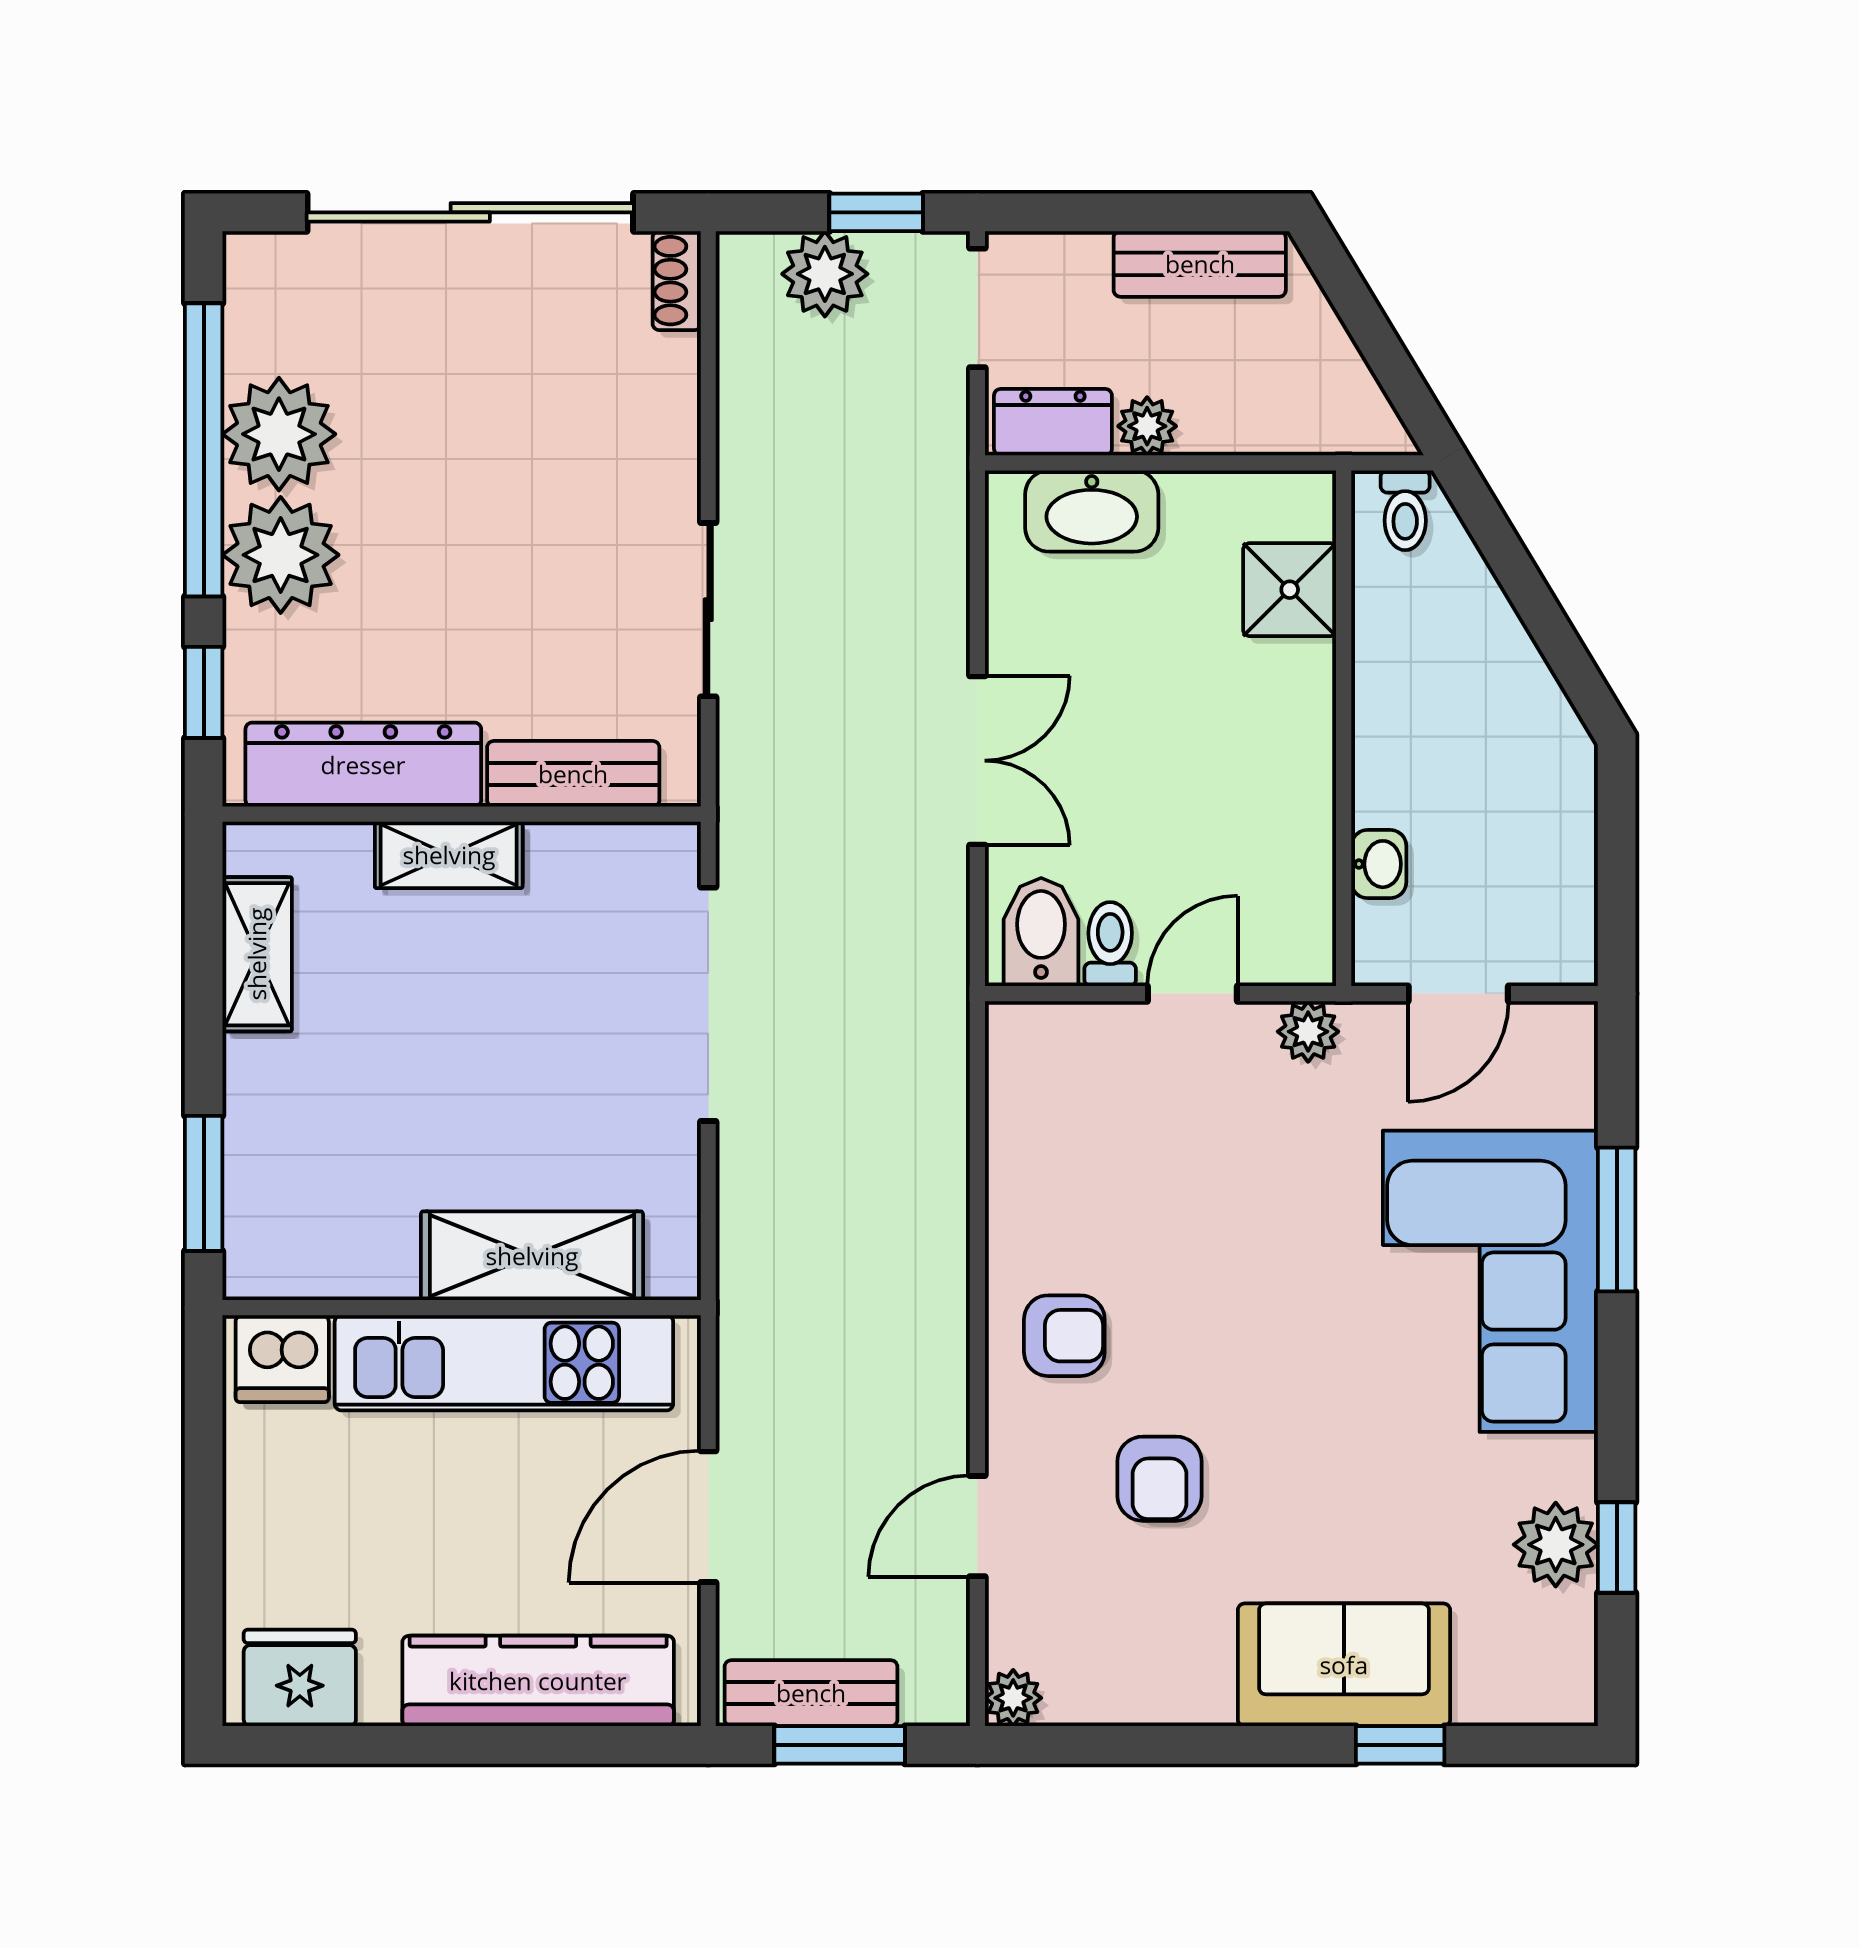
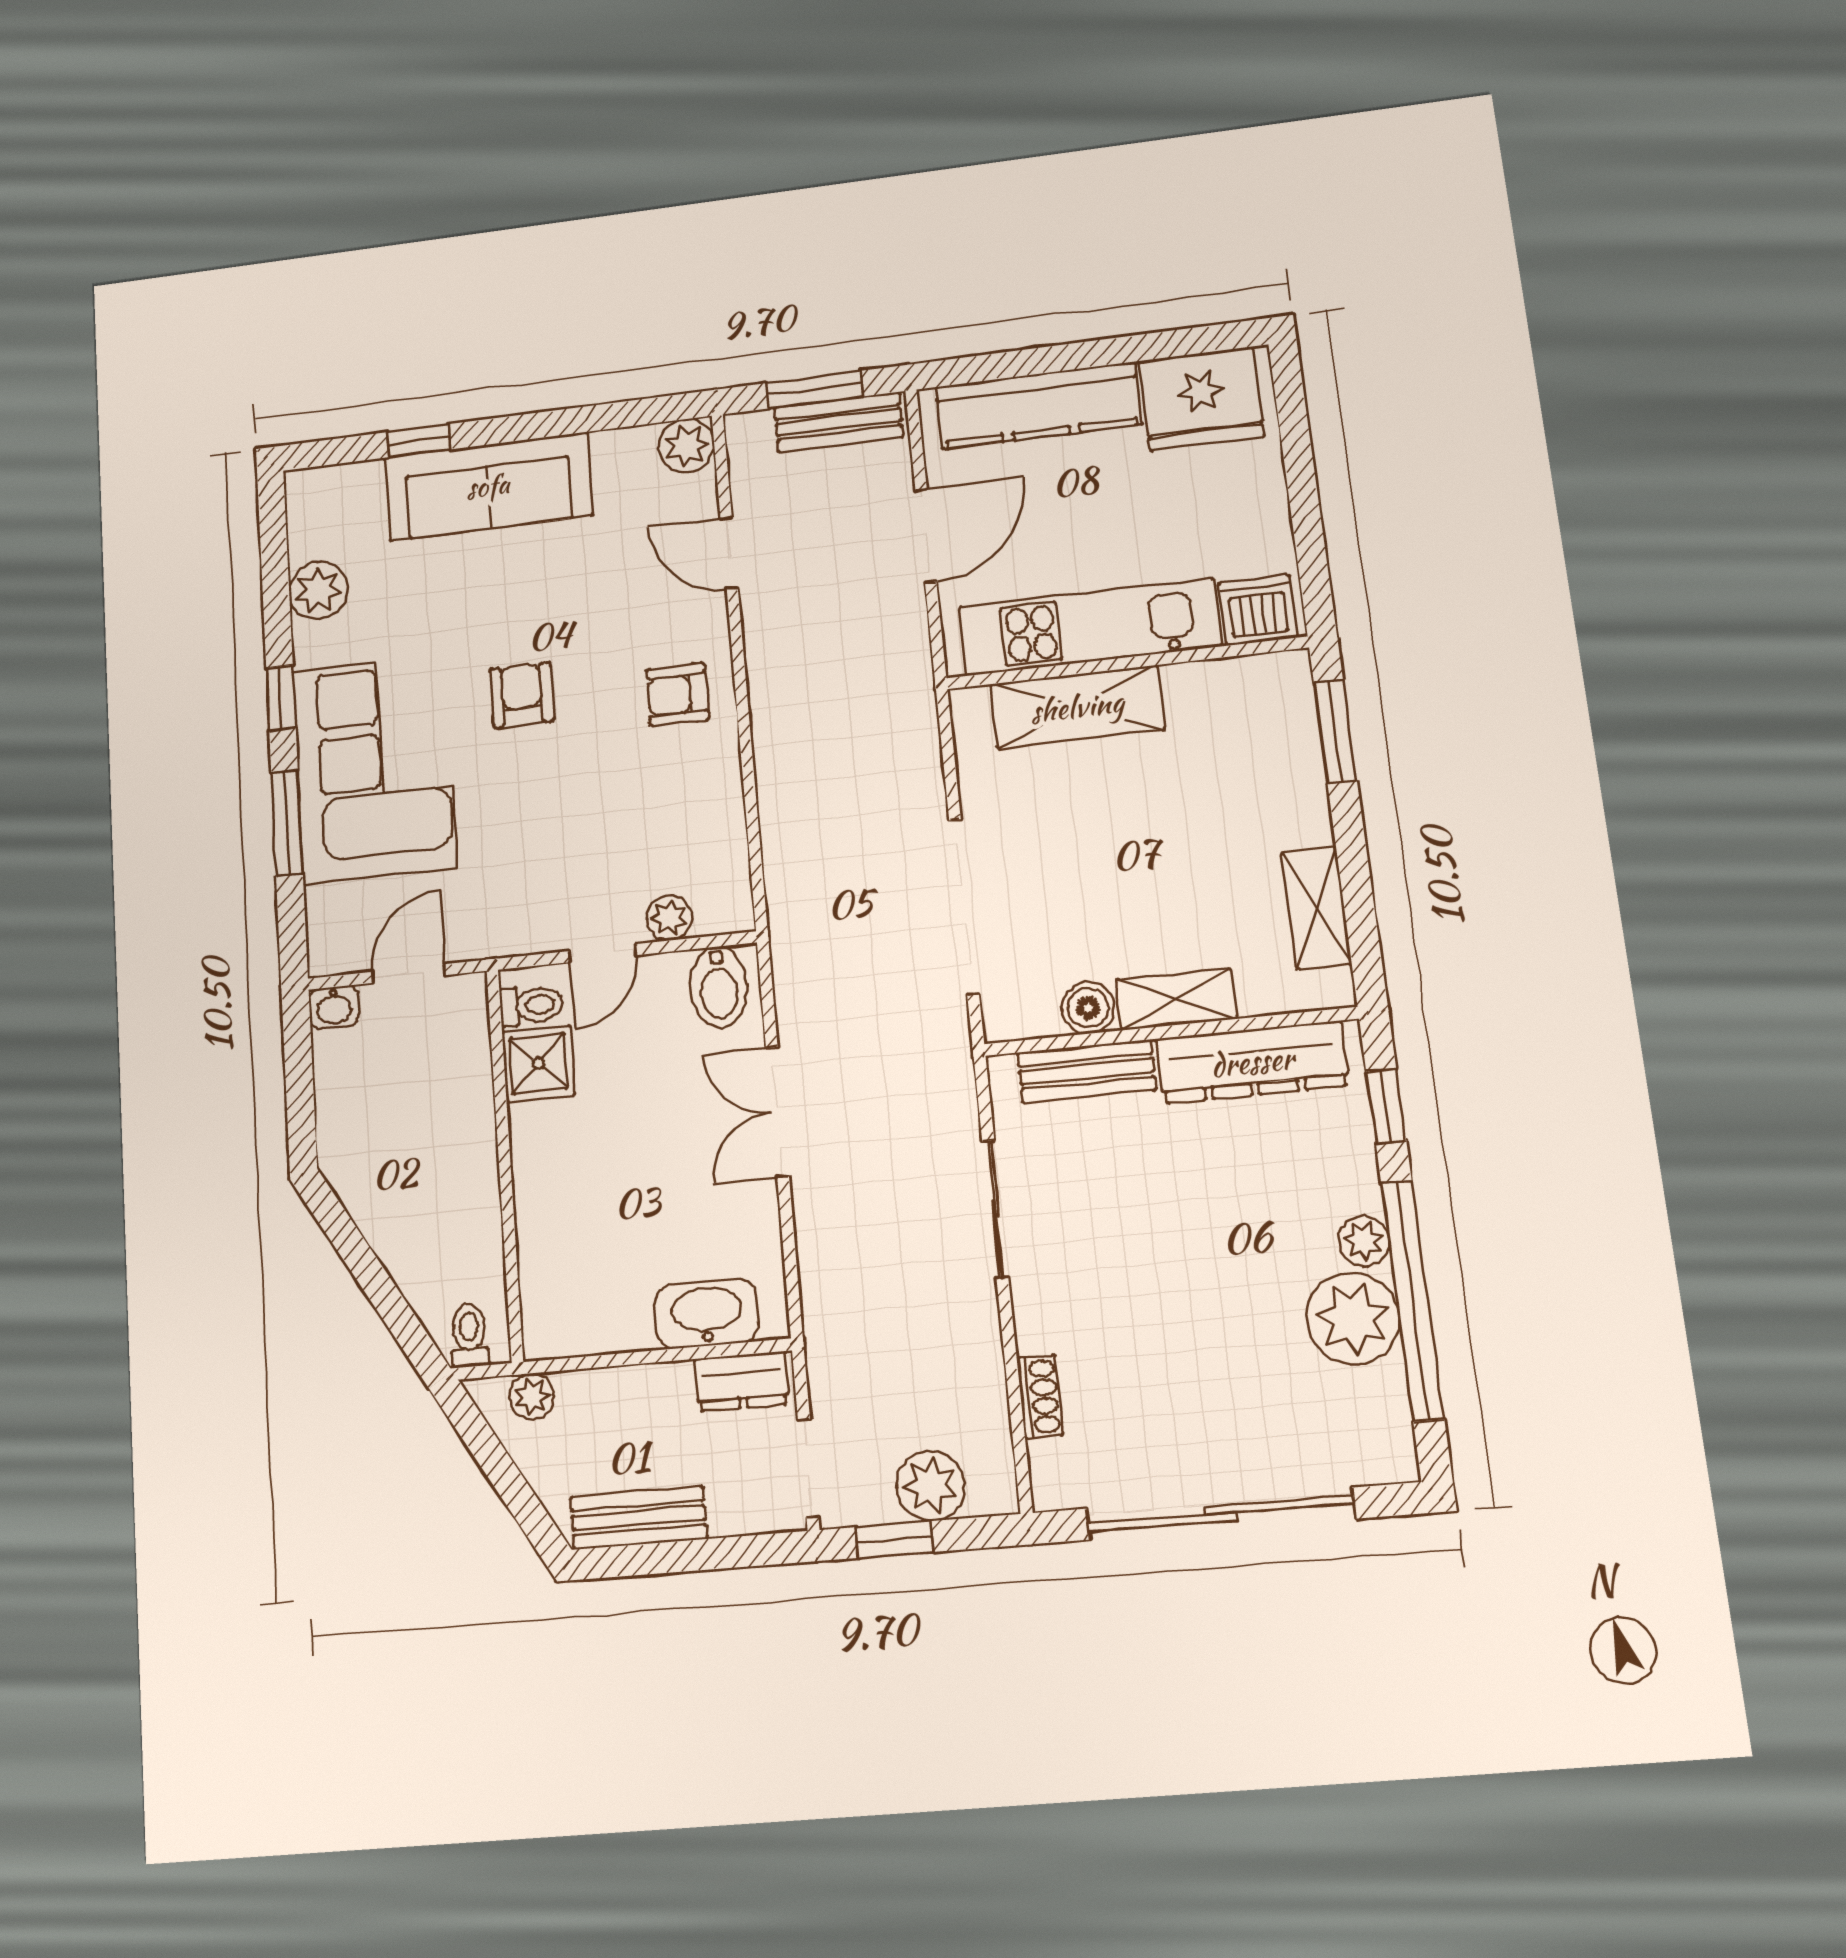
shoe rack: (677, 281) -> (1040, 1397), moved
plant: (1147, 426) -> (532, 1396), moved
plant: (281, 555) -> (1364, 1241), width x0.53, depth x0.53
shower: (1290, 590) -> (538, 1063), moved
boiler: (562, 855) -> (1088, 1008), added
washbasin: (1379, 864) -> (334, 1007), moved, turned -90
toilet: (1110, 944) -> (531, 1005), moved, turned -90
plant: (1308, 1032) -> (669, 918), moved
armchair: (1159, 1479) -> (522, 695), moved
door: (977, 1526) -> (729, 553), swing flipped
window: (1617, 1548) -> (281, 698), moved
sofa: (1344, 1665) -> (488, 486), width x1.36
fridge: (300, 1678) -> (1201, 399), width x1.36, depth x1.34
plant: (1013, 1698) -> (686, 446), width x1.38, depth x1.38

